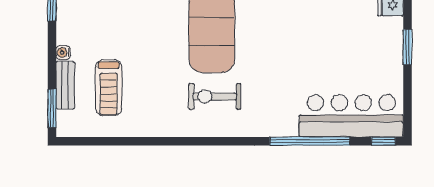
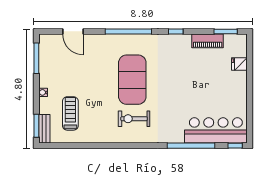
window: (407, 47) -> (250, 89), removed
bench: (65, 85) -> (44, 129), moved
treadmill: (109, 88) -> (70, 113), turned 180

